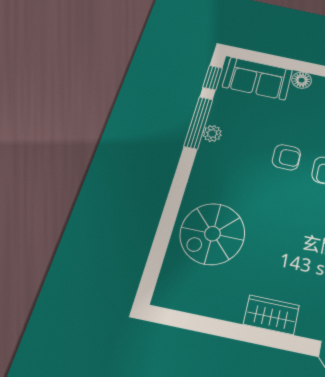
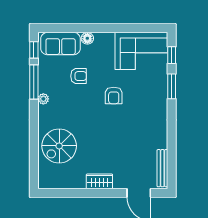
plant: (212, 133) -> (43, 99), moved
armchair: (286, 157) -> (79, 76), moved

